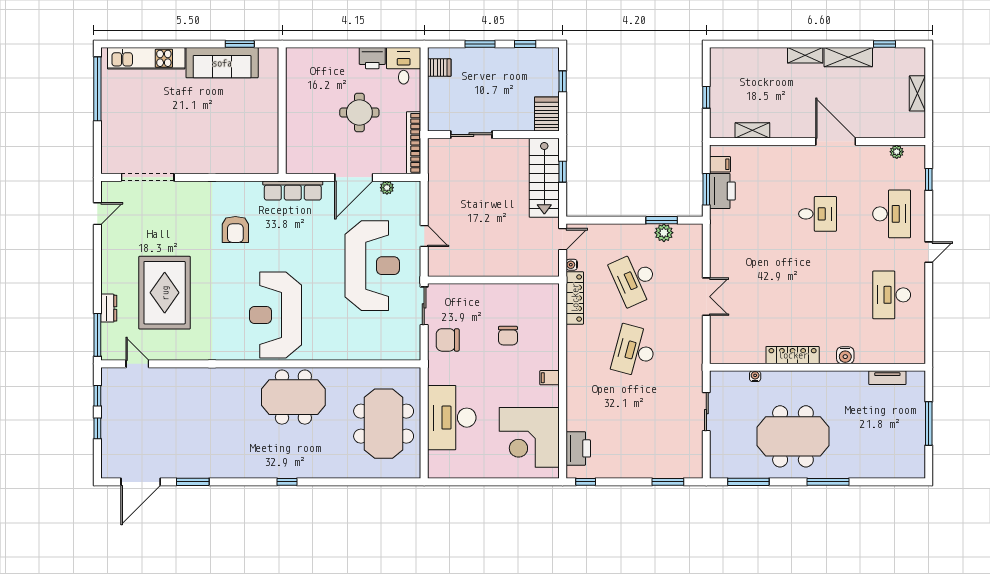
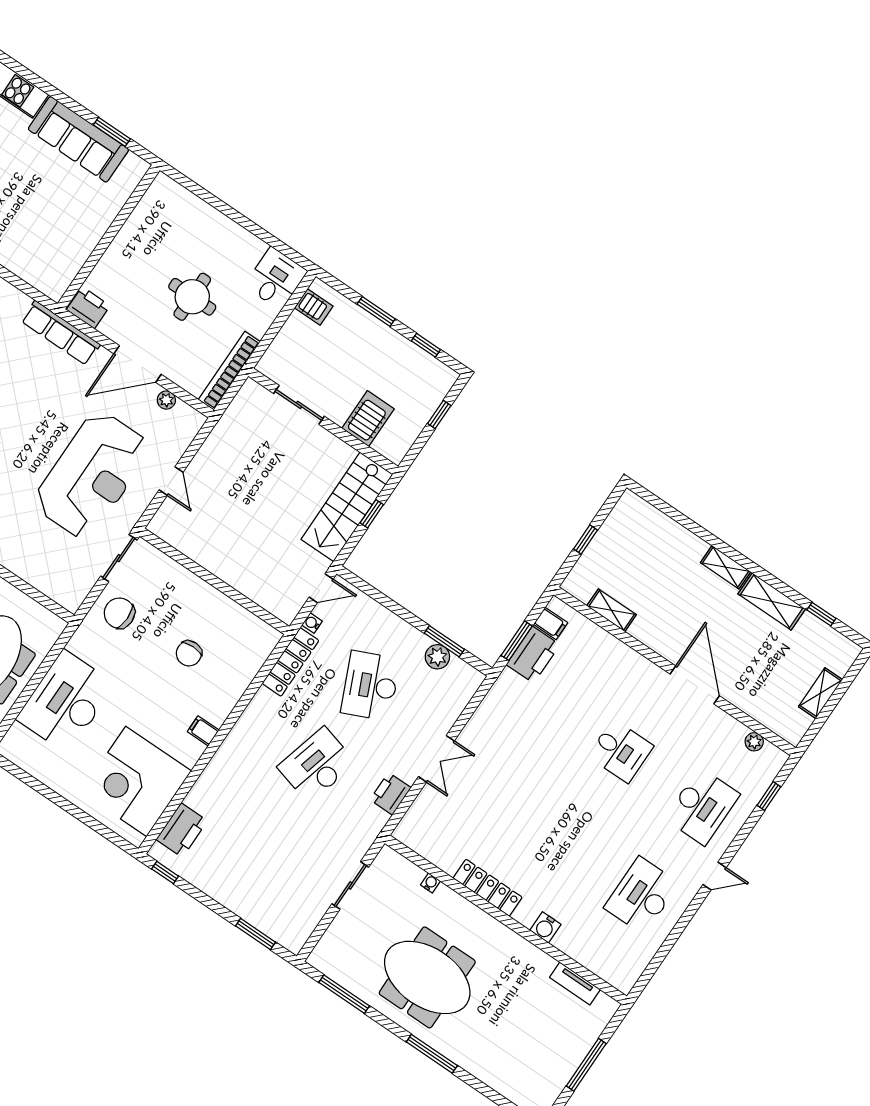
printer: (372, 58) -> (88, 308), moved, turned 180
server rack: (547, 114) -> (368, 419), moved
printer: (693, 338) -> (391, 794), added

